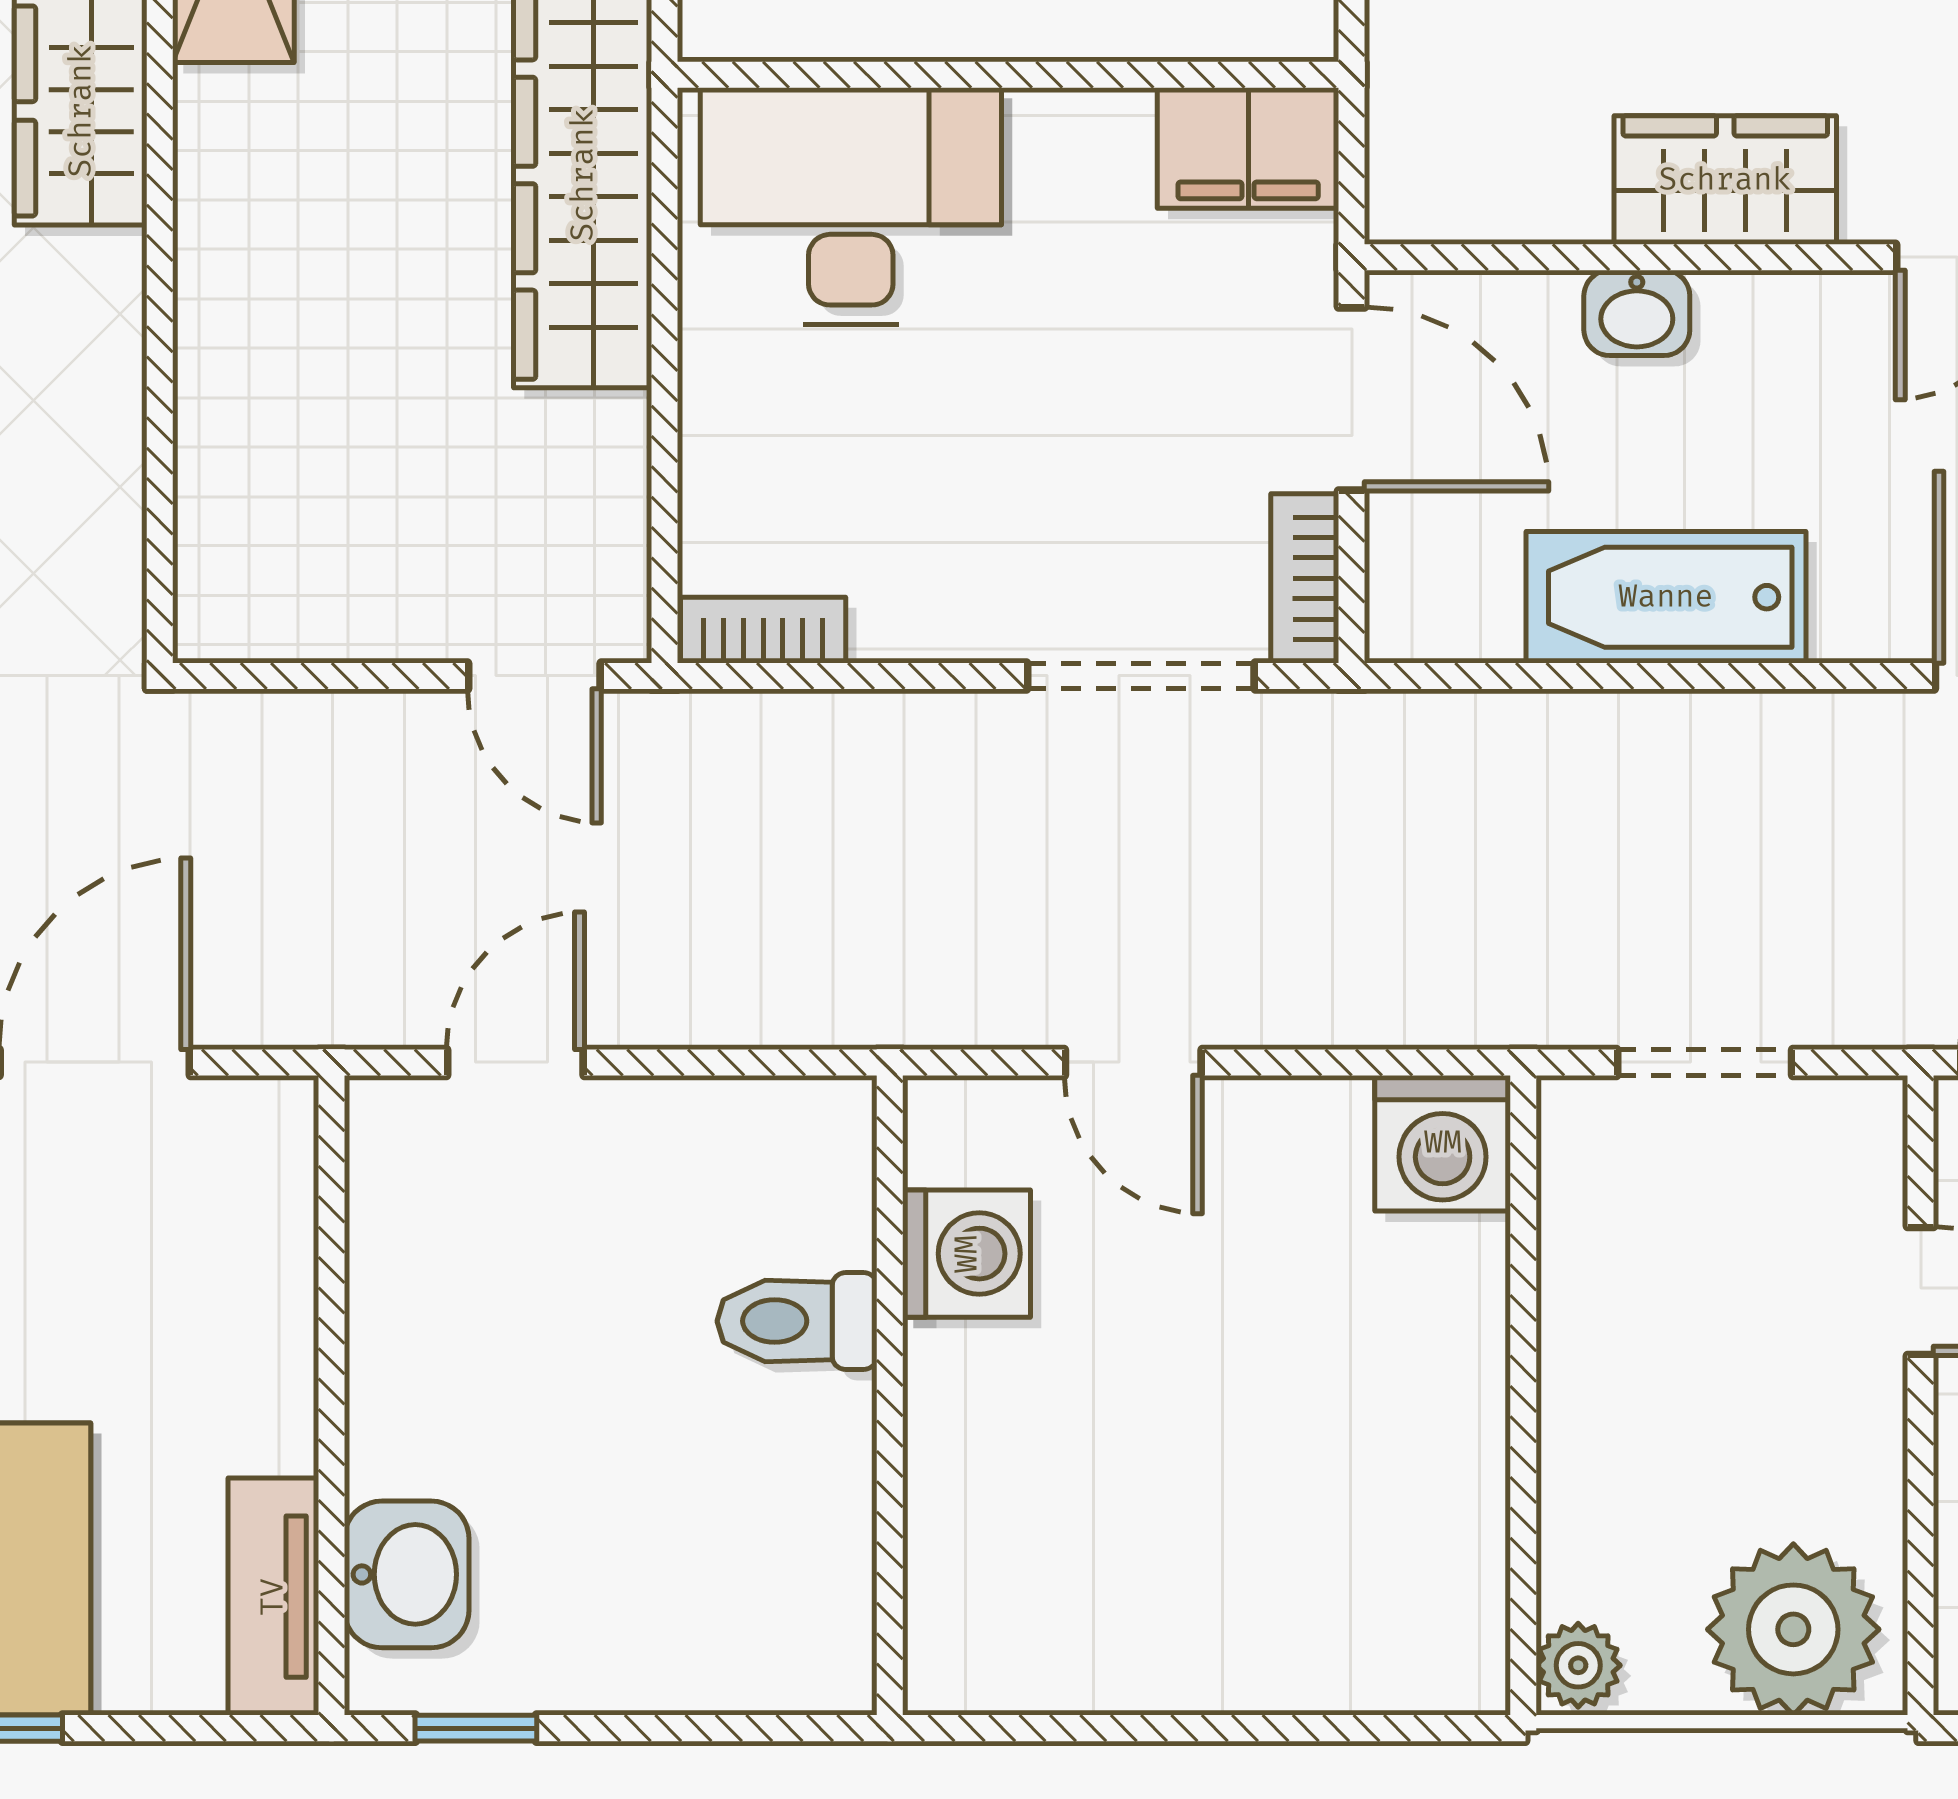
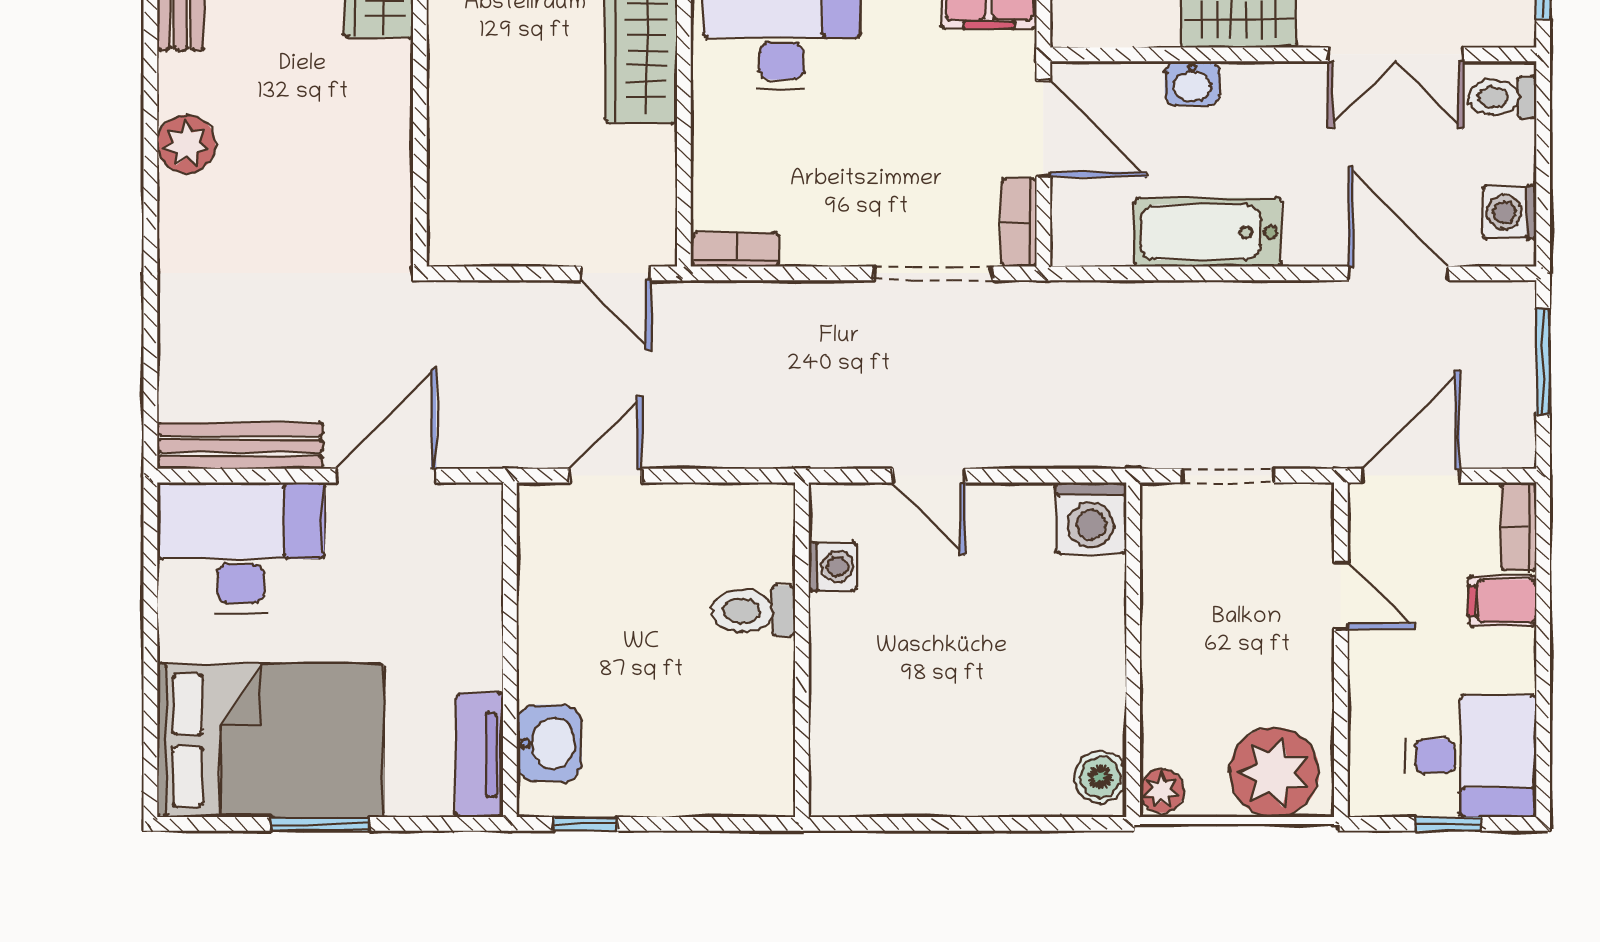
washing machine: (967, 1254) -> (833, 566), width x0.73, depth x0.73
boiler: (1460, 1639) -> (1100, 777), added

